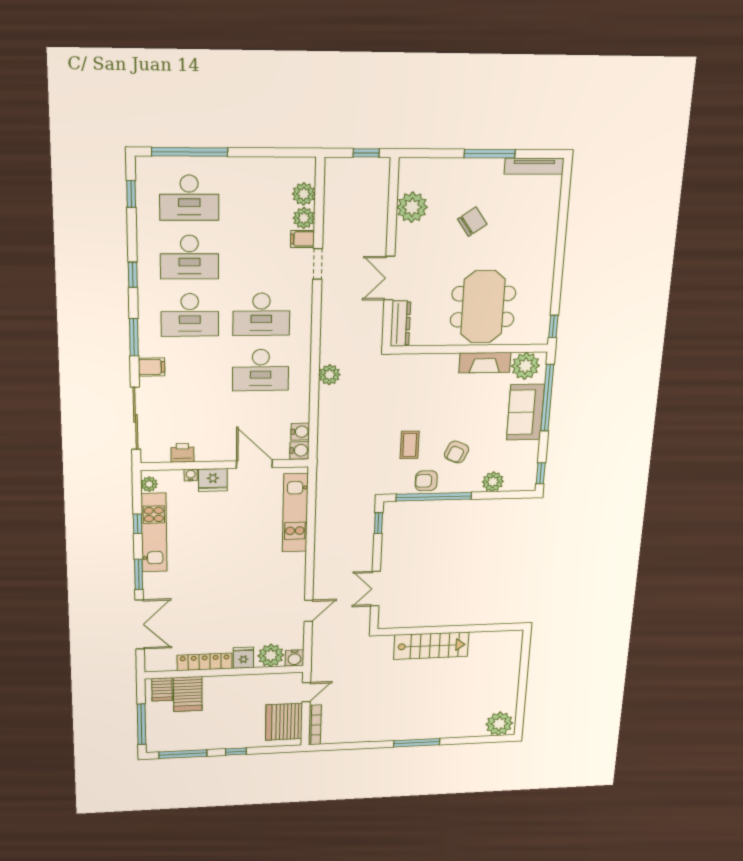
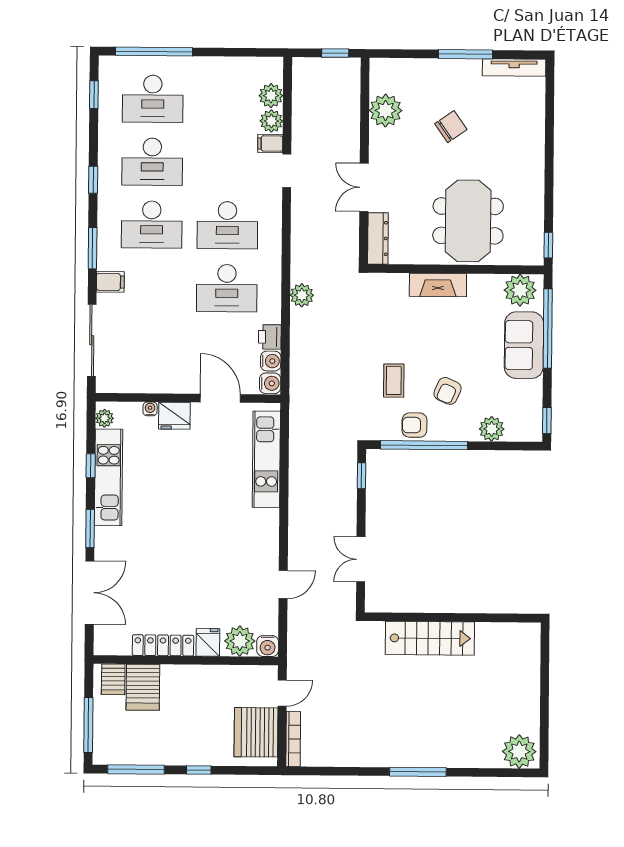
fireplace: (485, 363) -> (438, 285), moved
printer: (182, 453) -> (270, 337), moved, turned -90

